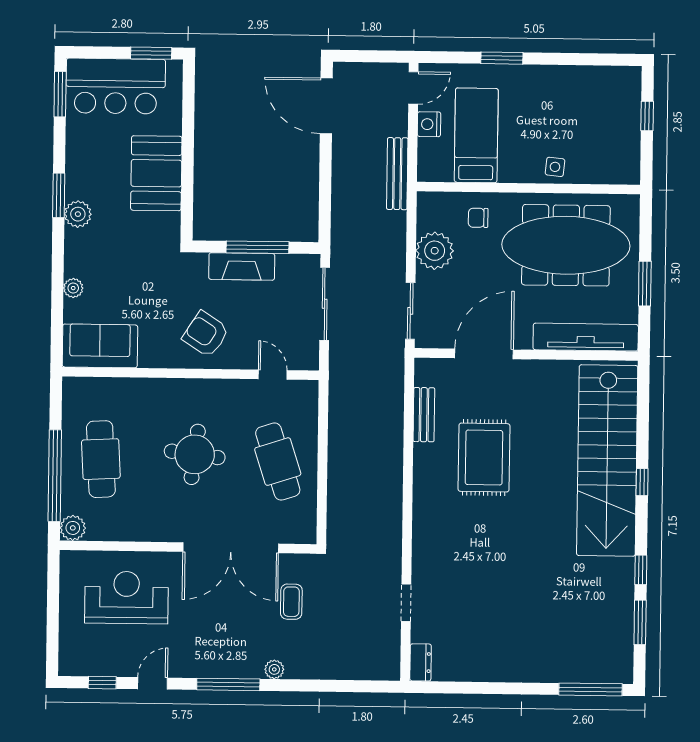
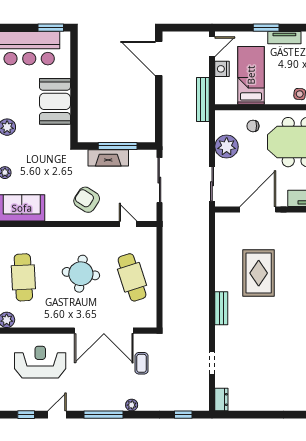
tv unit: (531, 75) -> (284, 38), added
bench: (424, 415) -> (221, 308), moved
window: (358, 686) -> (183, 415), added

